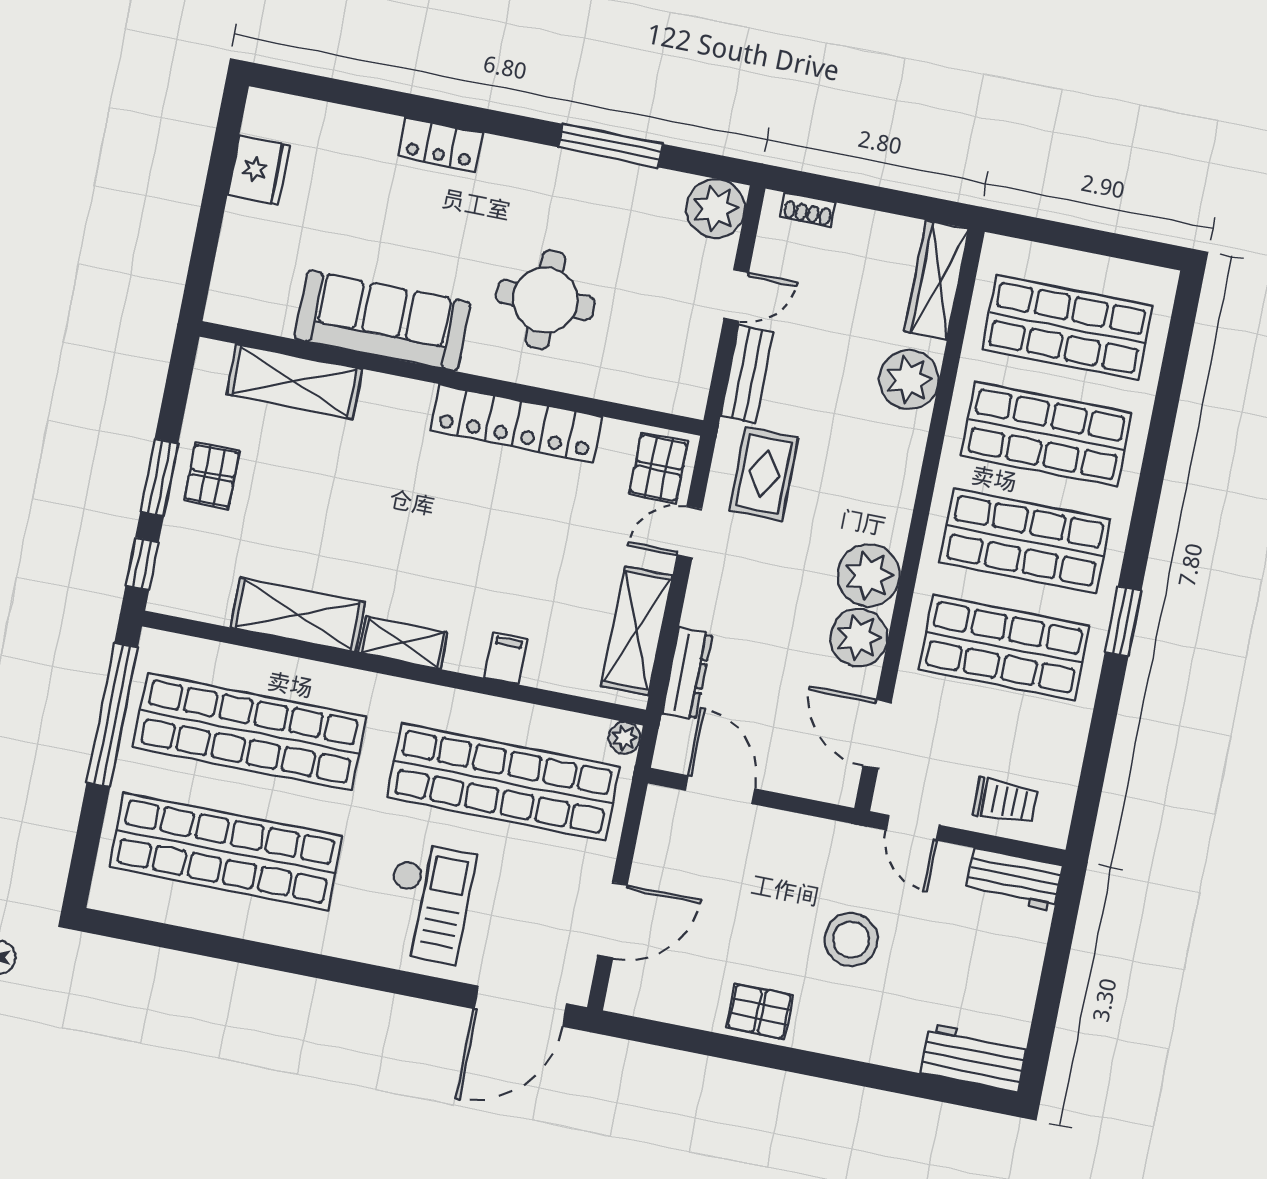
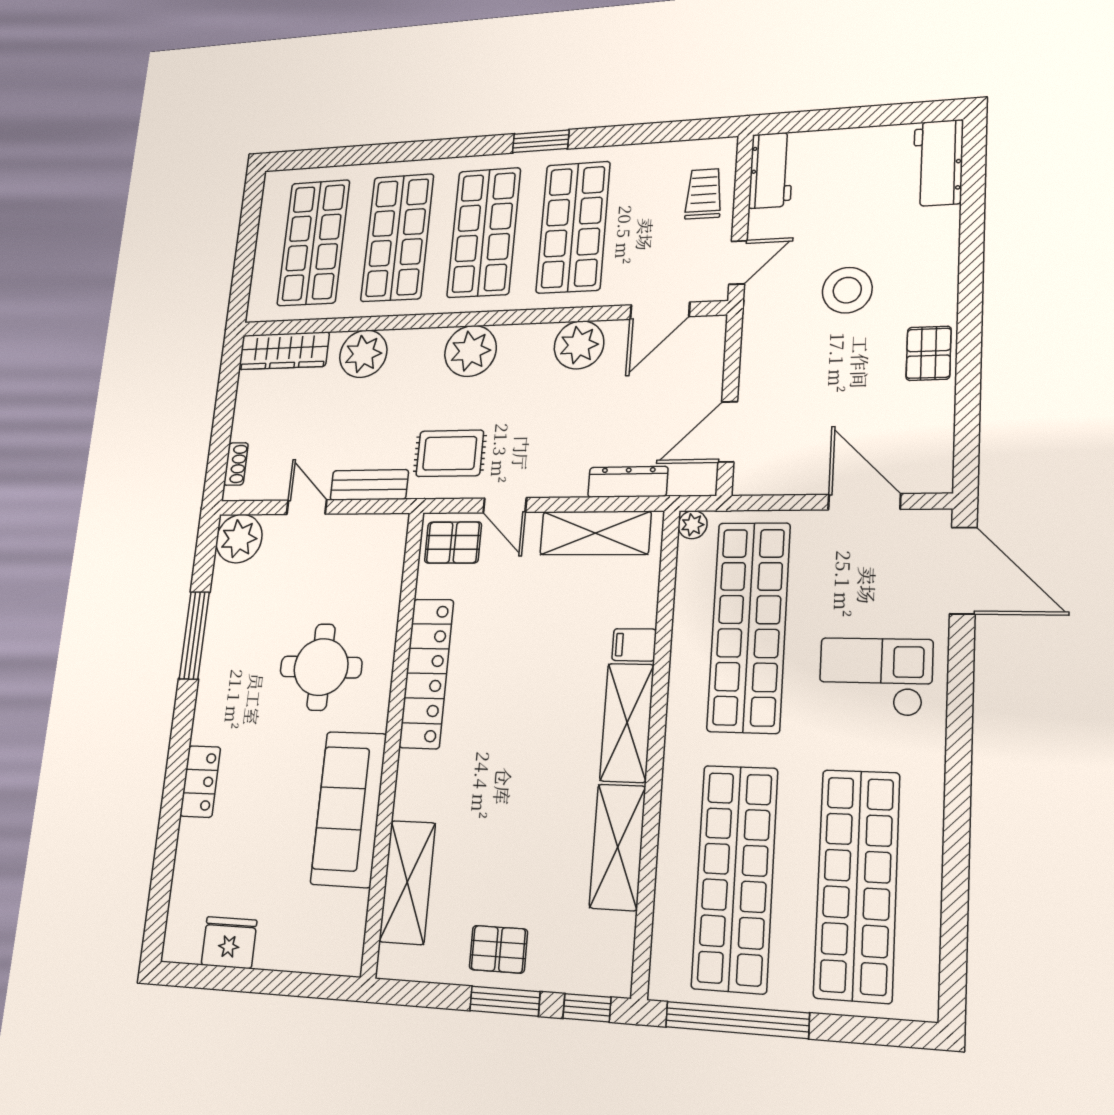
plant: (869, 575) -> (470, 351), moved
shelving: (403, 643) -> (627, 723), width x1.50, depth x1.33

